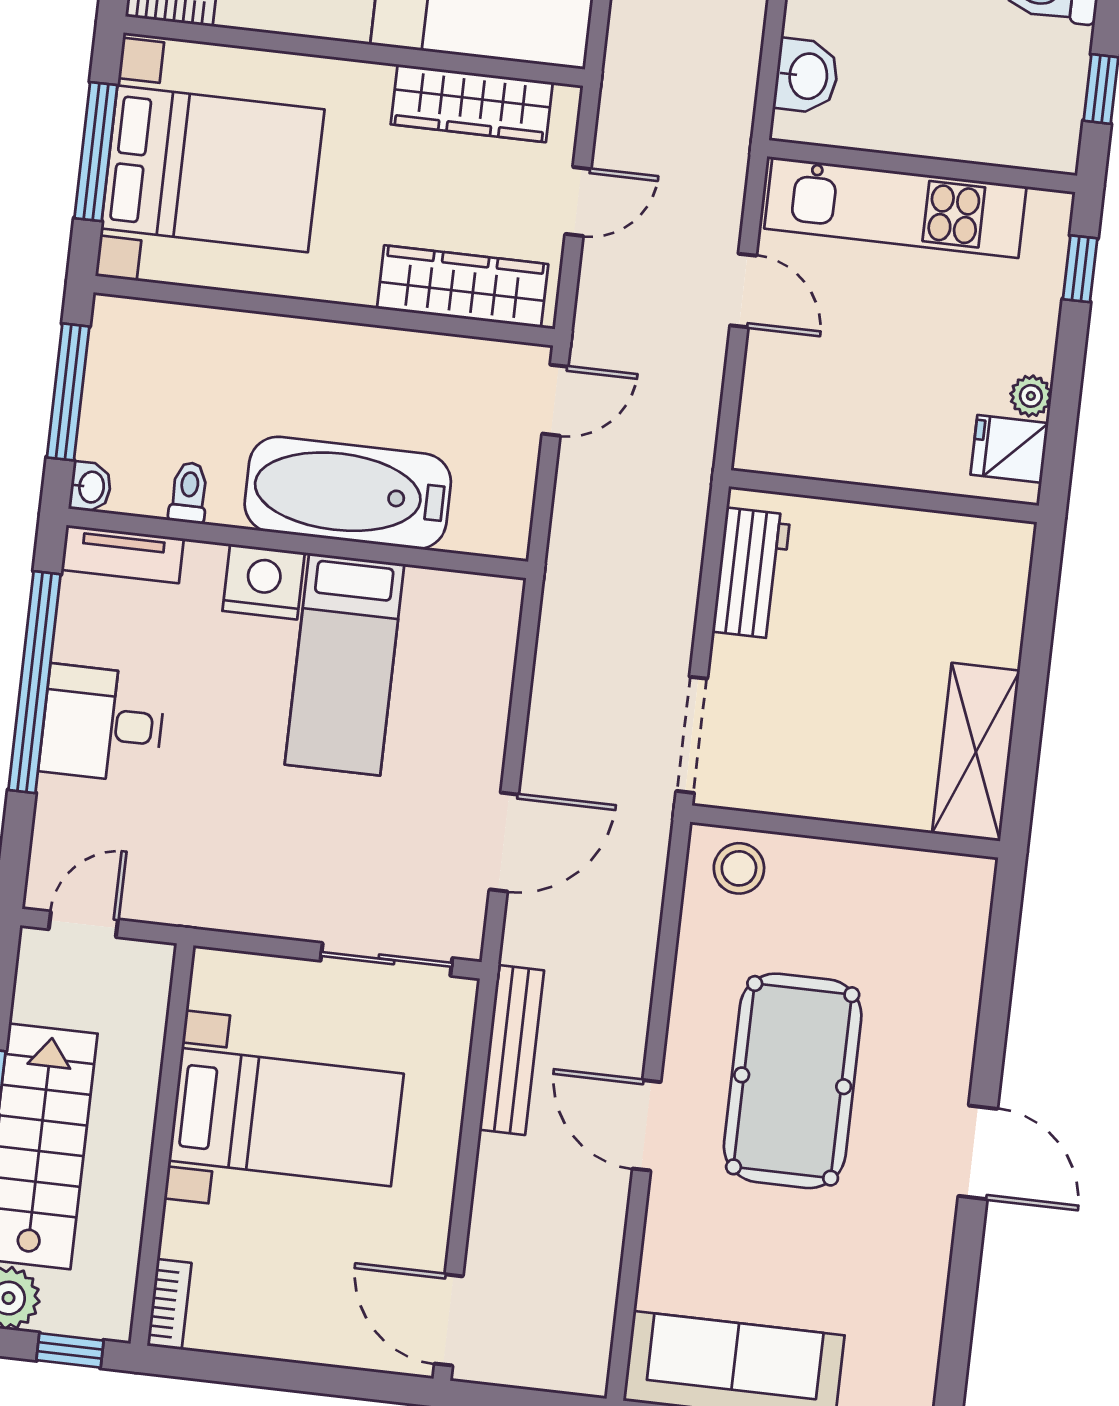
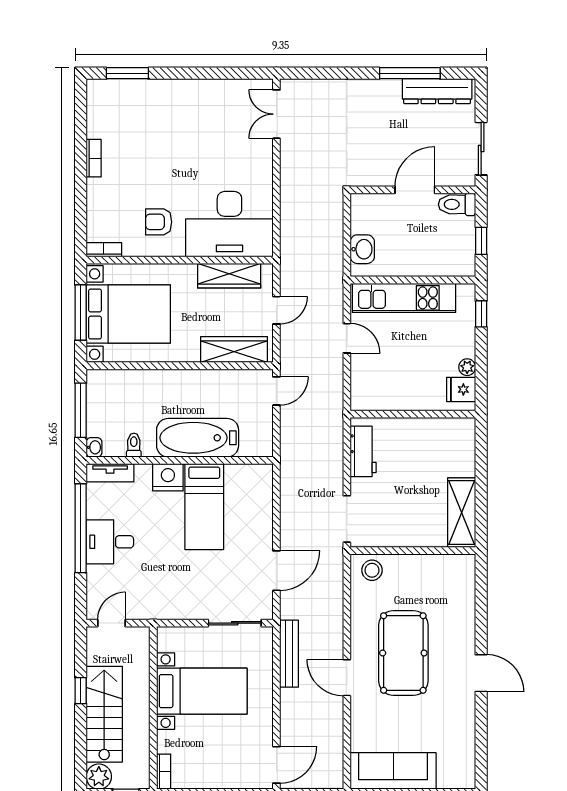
door: (449, 1320) -> (276, 765), swing flipped

